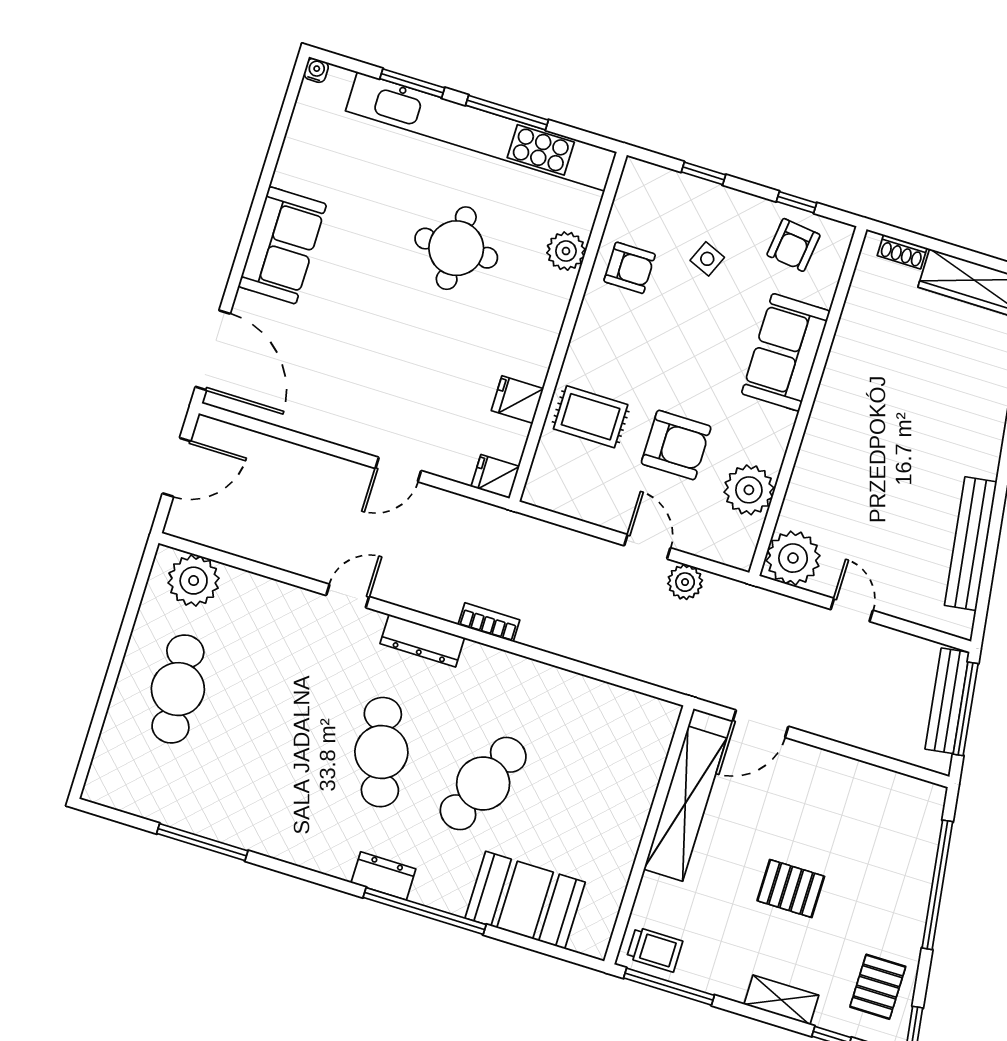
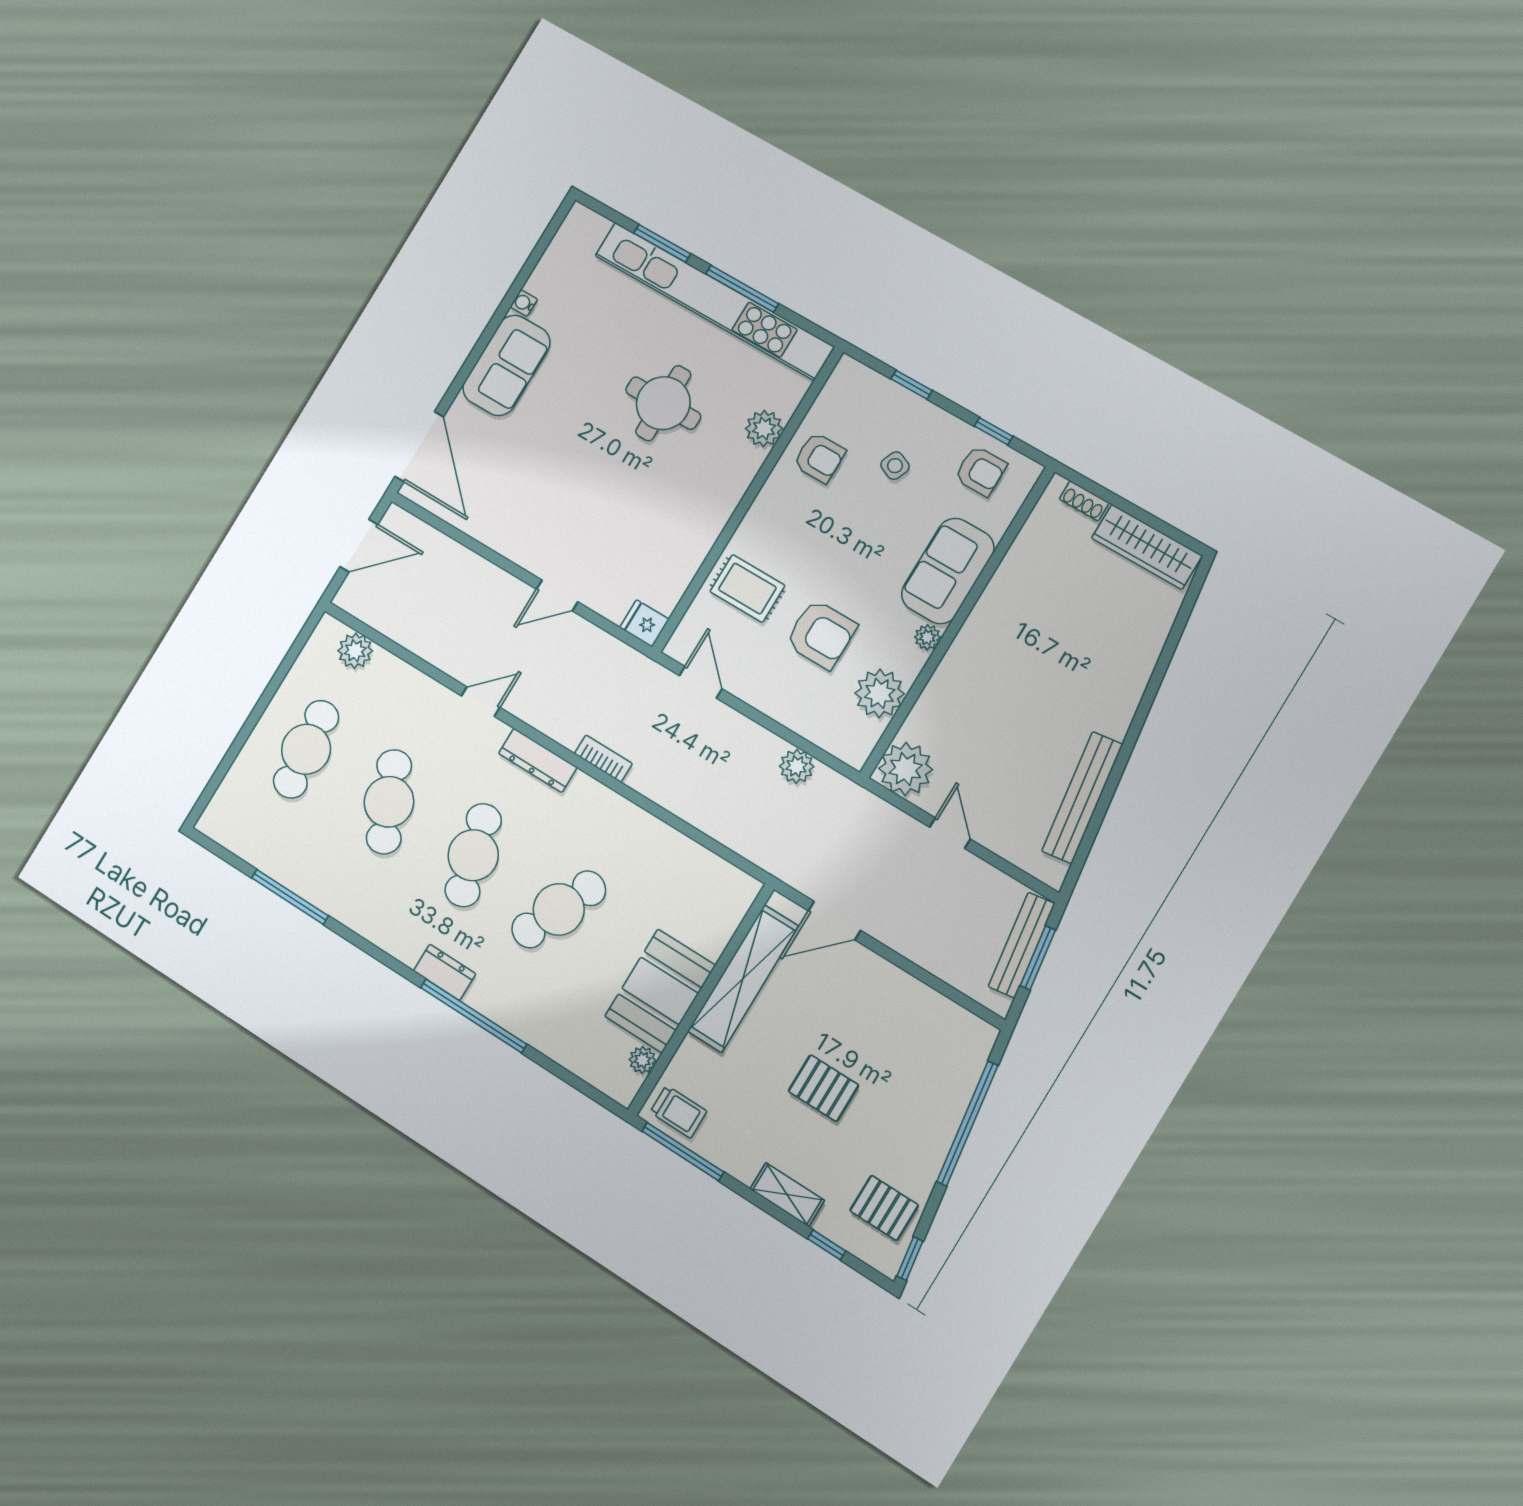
water cooler: (316, 70) -> (524, 303), moved, turned -90
armchair: (793, 245) -> (981, 471), turned -97
fridge: (517, 400) -> (683, 556), removed
plant: (782, 423) -> (927, 637), added
door: (647, 547) -> (701, 682), moved
plant: (194, 581) -> (355, 651), width x0.73, depth x0.73
window: (966, 709) -> (1038, 958), width x0.69
cafe table: (280, 721) -> (389, 802), added
booth: (525, 900) -> (660, 991), moved, turned 90
plant: (606, 909) -> (643, 1060), added
pallet: (878, 987) -> (884, 1208), turned 90

